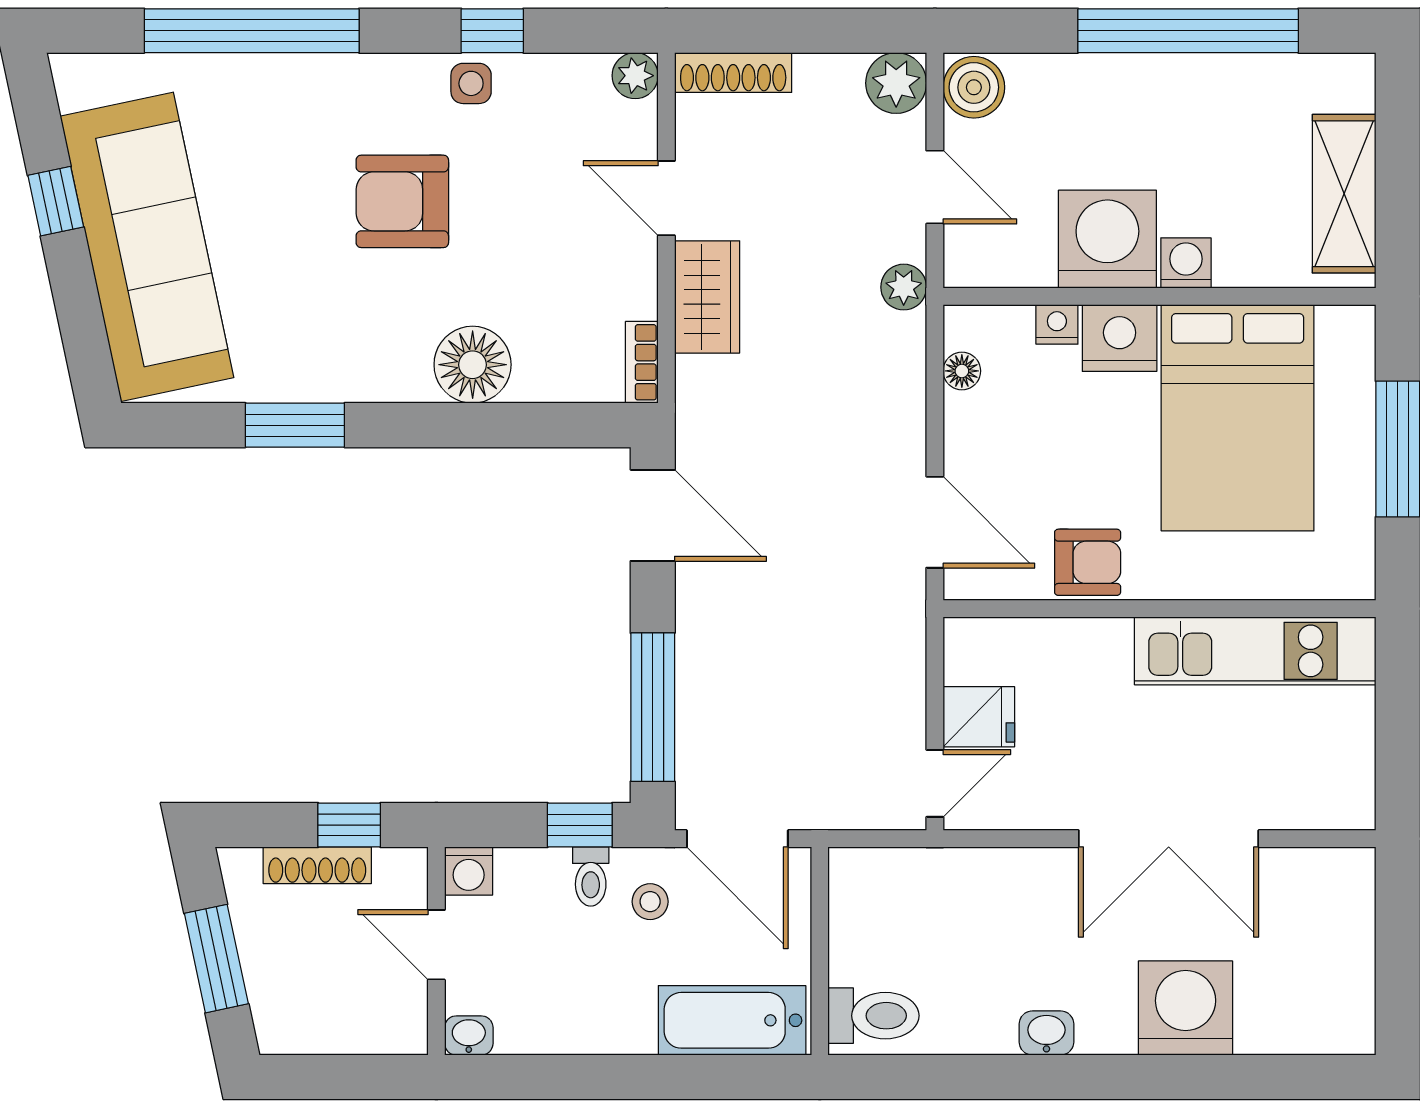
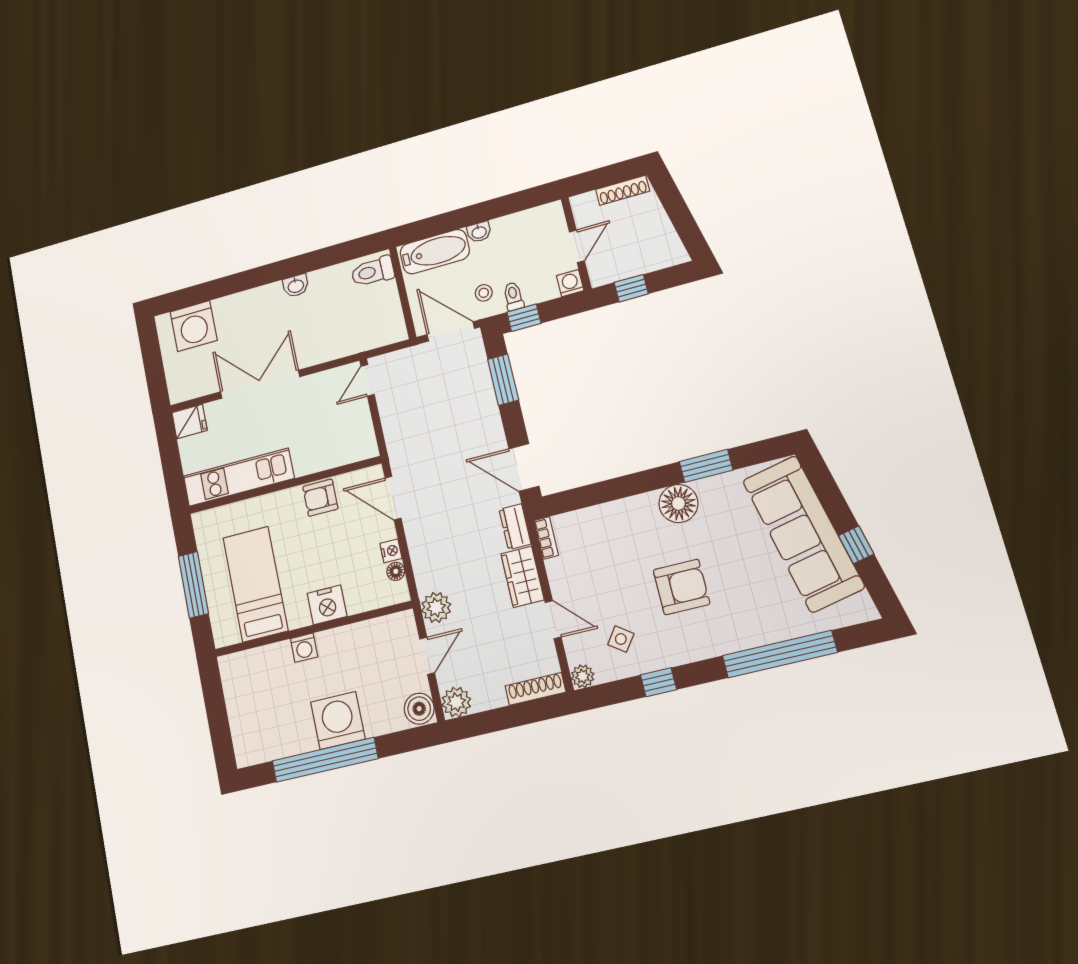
side table: (471, 83) -> (621, 639), moved, turned 36
door: (935, 187) -> (427, 656), swing flipped
shelving: (1344, 194) -> (239, 698), removed
washing machine: (1107, 239) -> (338, 721), moved, turned 180
plant: (904, 287) -> (436, 607), width x1.38, depth x1.38
nightstand: (1057, 324) -> (391, 551), moved, turned -90
floor lamp: (473, 365) -> (678, 503), moved
dresser: (699, 400) -> (515, 527), added
bed: (1238, 418) -> (255, 584), width x0.67
window: (653, 707) -> (503, 380), width x0.69
fridge: (979, 717) -> (190, 421), moved, turned 180
shoe rack: (317, 865) -> (623, 190), moved, turned 180
door: (436, 945) -> (577, 246), hinge flipped
window: (216, 959) -> (678, 211), removed
washing machine: (1186, 1008) -> (194, 326), moved
washbasin: (469, 1035) -> (479, 232), moved

